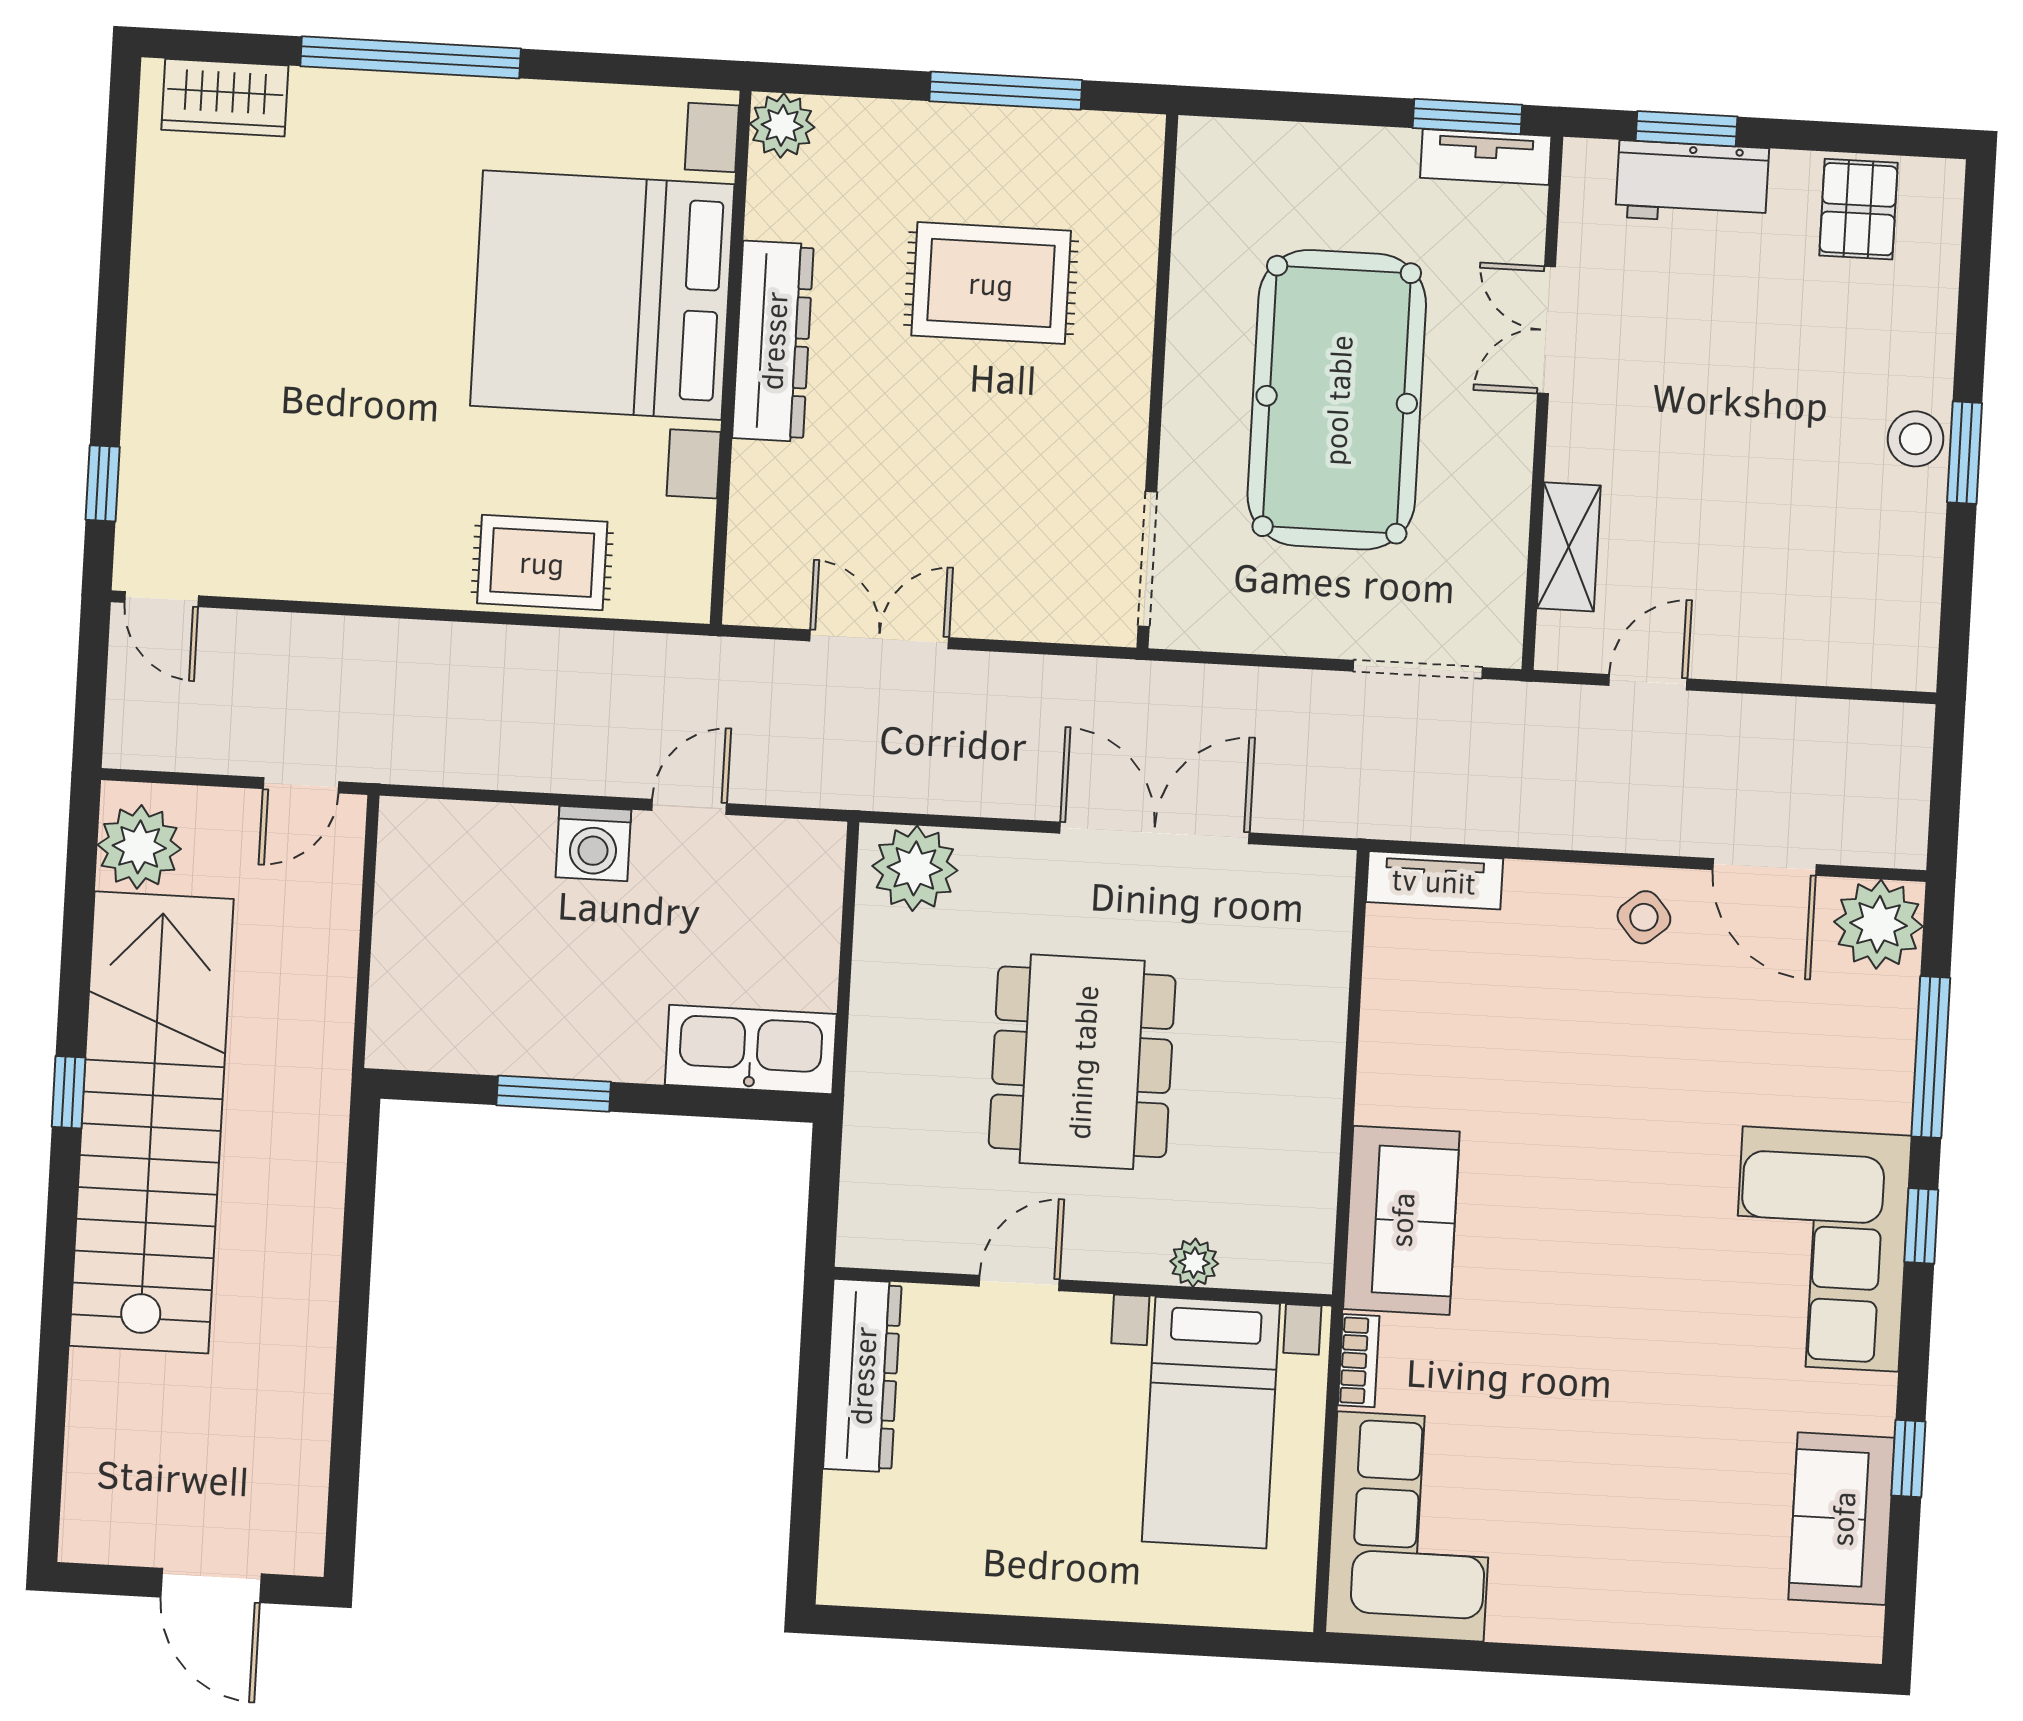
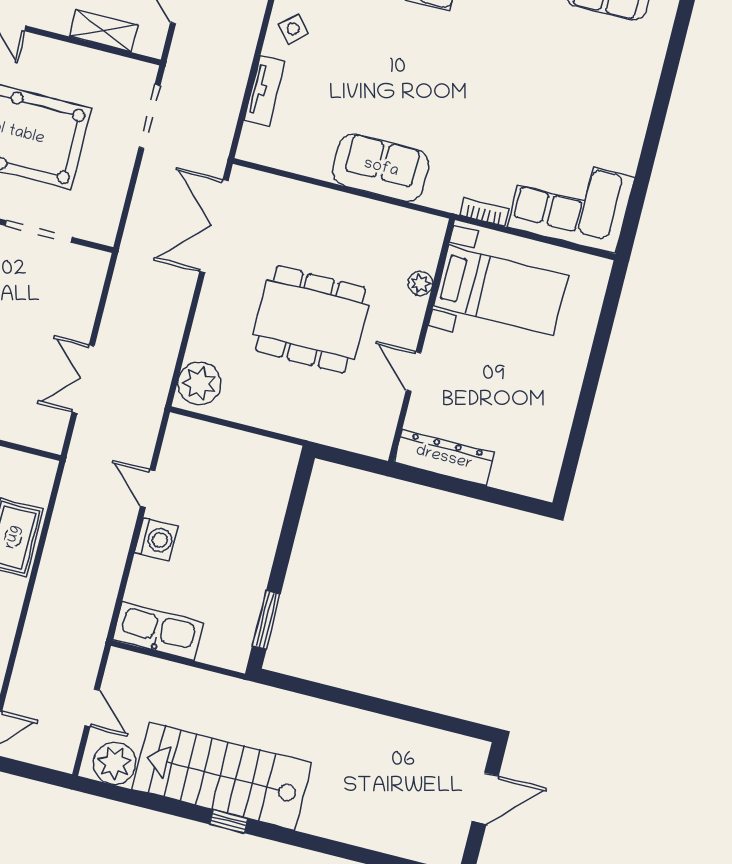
doorway: (1147, 559) -> (38, 231), moved
door: (301, 785) -> (92, 708), moved
double door: (1154, 833) -> (214, 226), moved
tv unit: (1434, 880) -> (265, 91), moved
kitchen sink: (751, 1049) -> (158, 631), moved, turned 90
window: (554, 1094) -> (266, 620), moved
stairs: (151, 1122) -> (222, 776), width x0.73
sofa: (1401, 1220) -> (381, 168), moved

